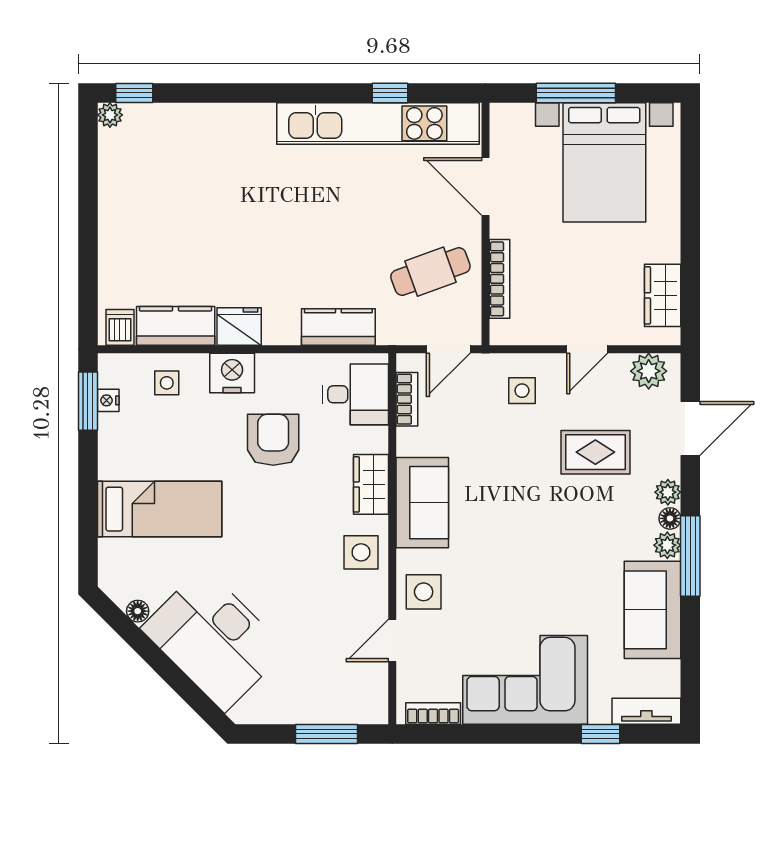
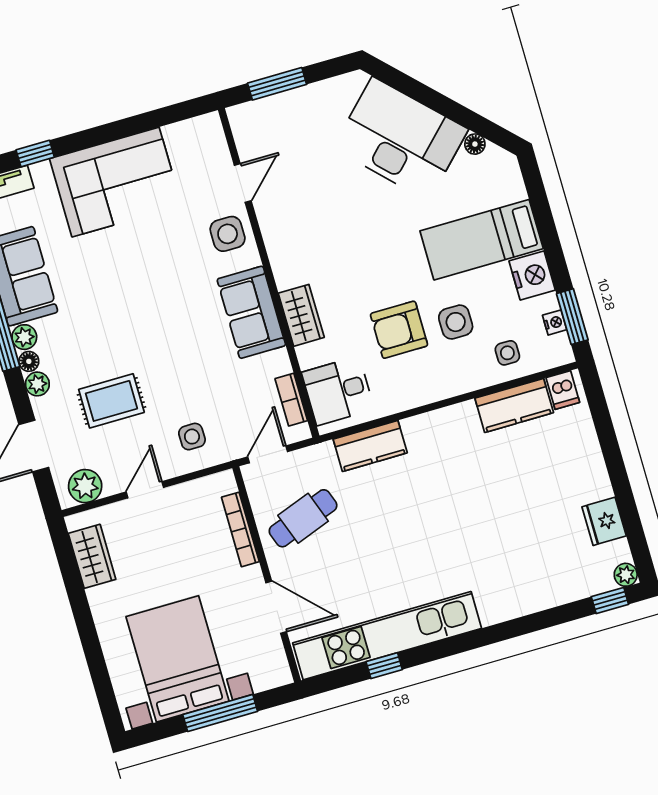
fridge: (239, 326) -> (604, 521), moved, turned 90
nightstand: (232, 373) -> (532, 275), moved, turned -90
armchair: (273, 440) -> (399, 330), turned 90
side table: (361, 552) -> (456, 322), moved
bookcase: (433, 713) -> (188, 129), removed

